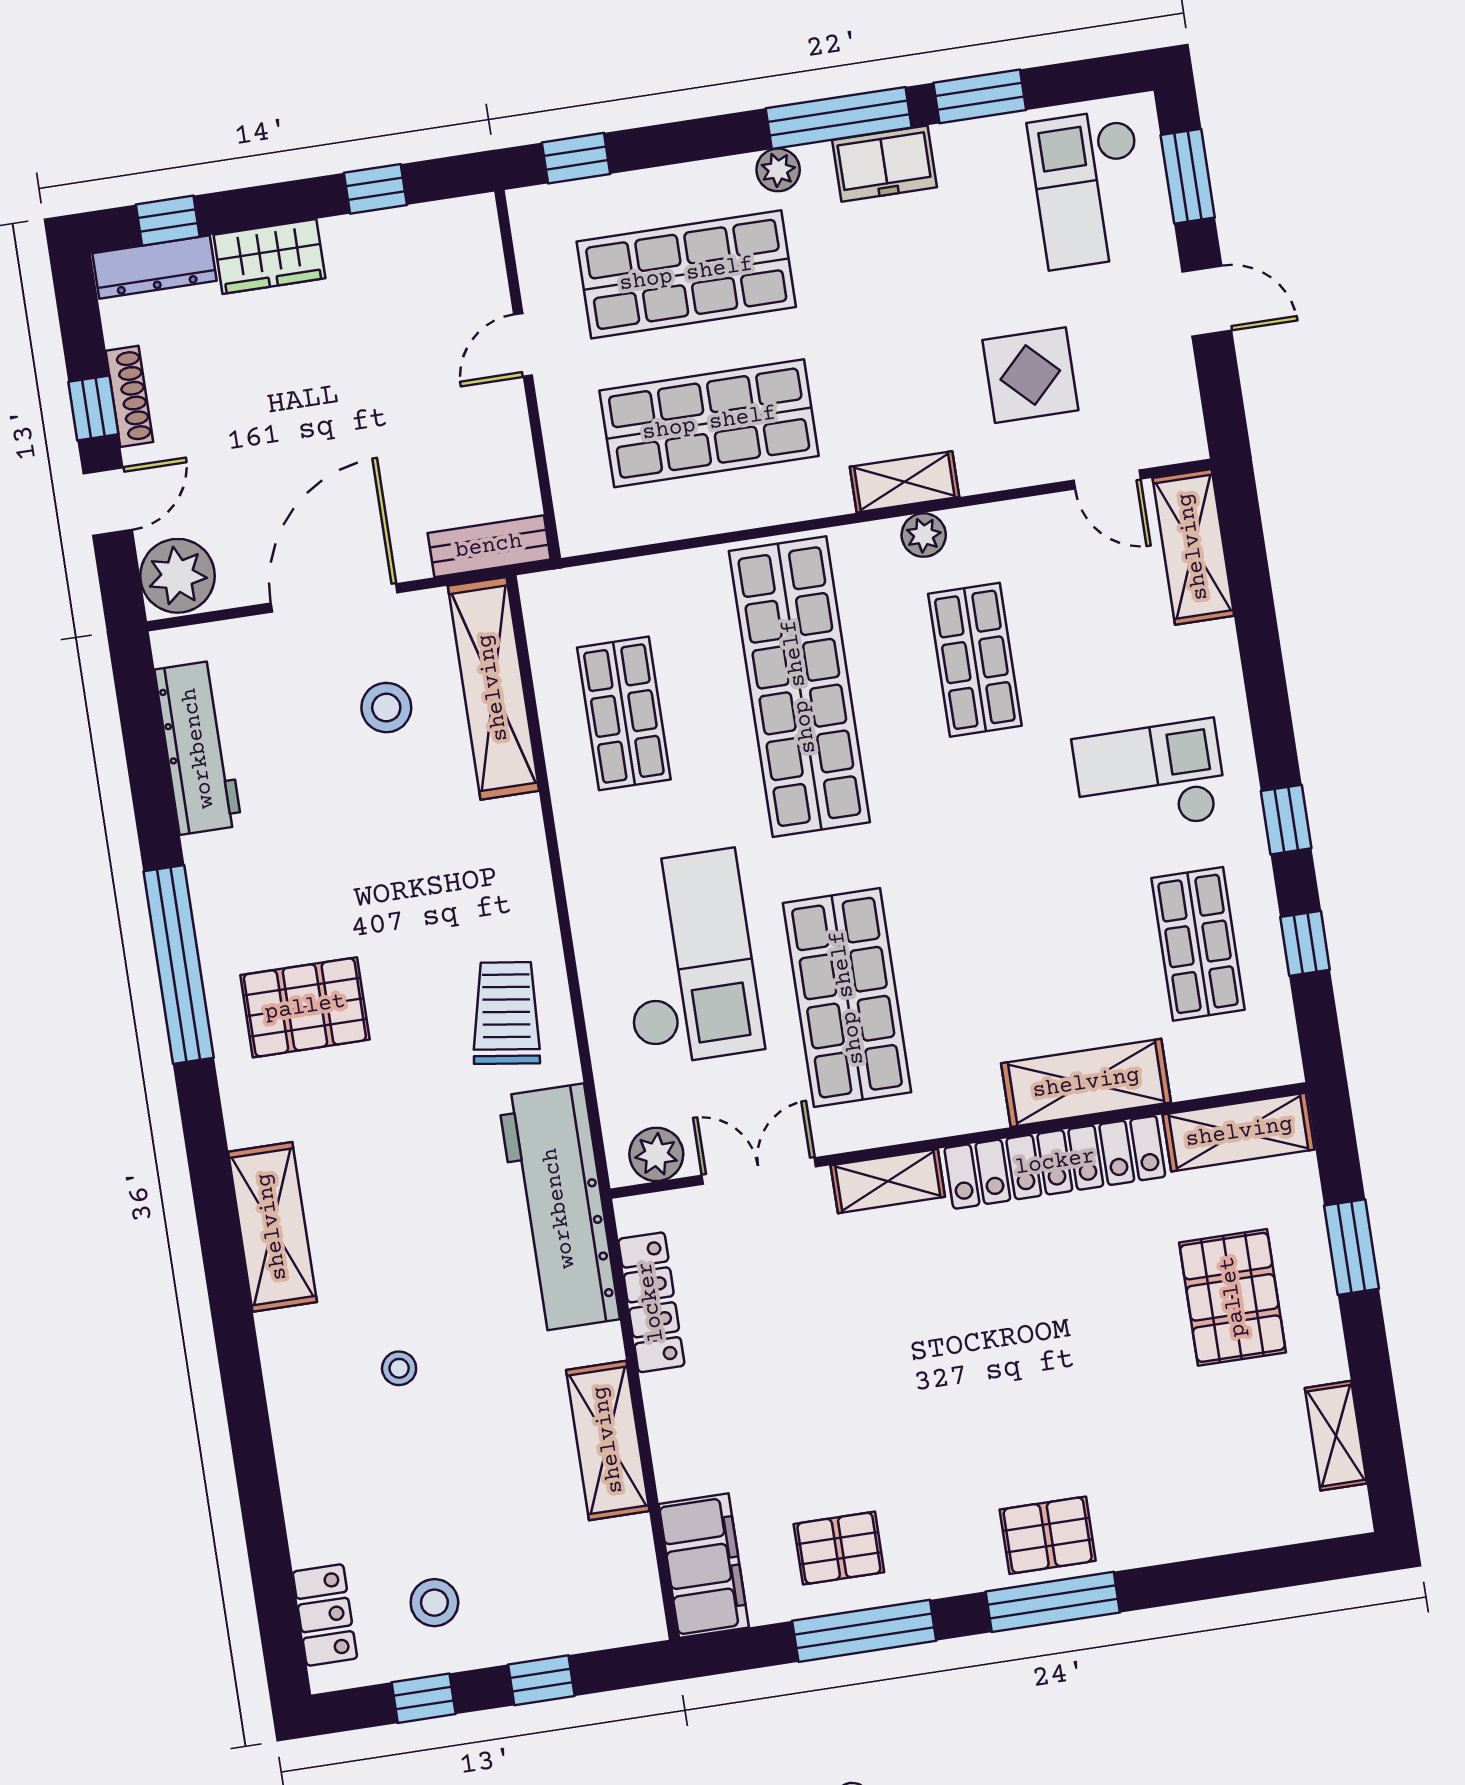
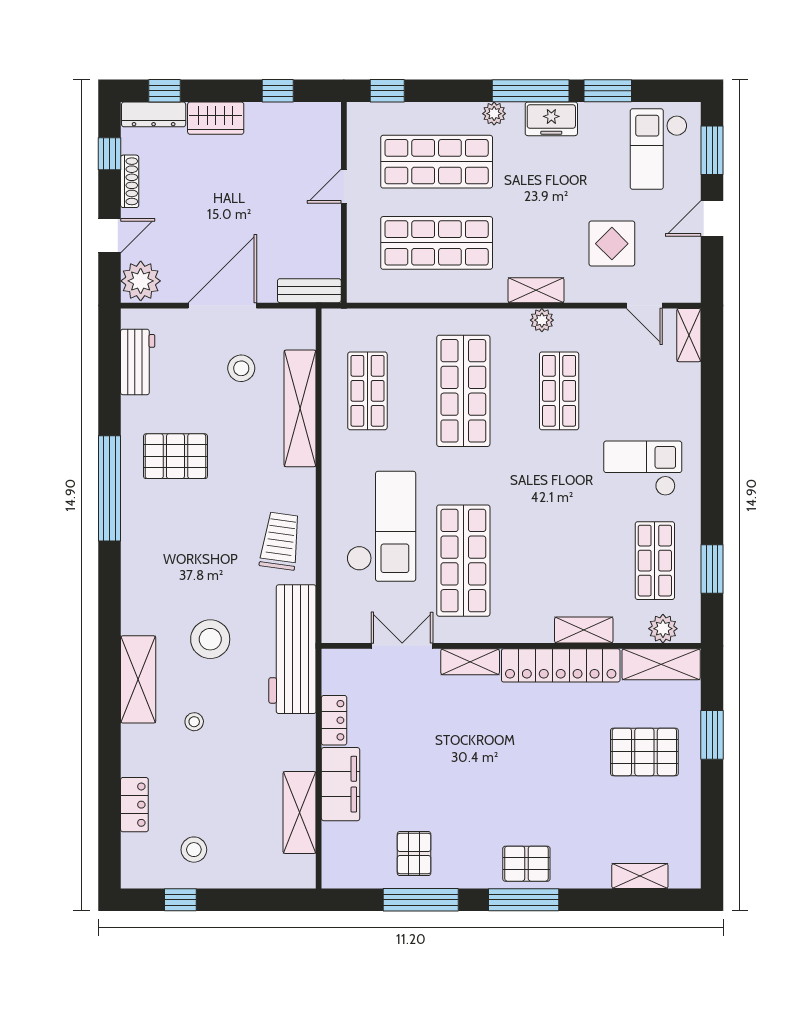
door: (1207, 301) -> (712, 218), swing flipped
window: (93, 408) -> (110, 154), moved
shelving: (1193, 547) -> (689, 335), width x0.67, depth x0.75
shop shelf: (799, 687) -> (463, 391), width x0.71
shelving: (493, 688) -> (300, 408), moved
workbench: (198, 748) -> (138, 362), width x0.73
window: (1286, 820) -> (712, 502), removed
window: (1305, 943) -> (712, 569), width x1.50
pallet: (305, 1007) -> (175, 456), moved
shelving: (1086, 1083) -> (584, 630), width x0.67, depth x0.75
plant: (656, 1154) -> (663, 629), moved
stool: (405, 1213) -> (210, 639), added
shelving: (272, 1227) -> (138, 679), moved
pallet: (1233, 1297) -> (644, 752), turned 90
locker: (651, 1302) -> (334, 720), width x0.66
shelving: (1336, 1436) -> (640, 876), moved, turned 90
shelving: (608, 1440) -> (299, 813), moved
pallet: (839, 1548) -> (414, 854), turned 90
filing cabinet: (704, 1566) -> (341, 784), moved
locker: (325, 1615) -> (134, 805), moved
window: (541, 1680) -> (245, 900), removed

